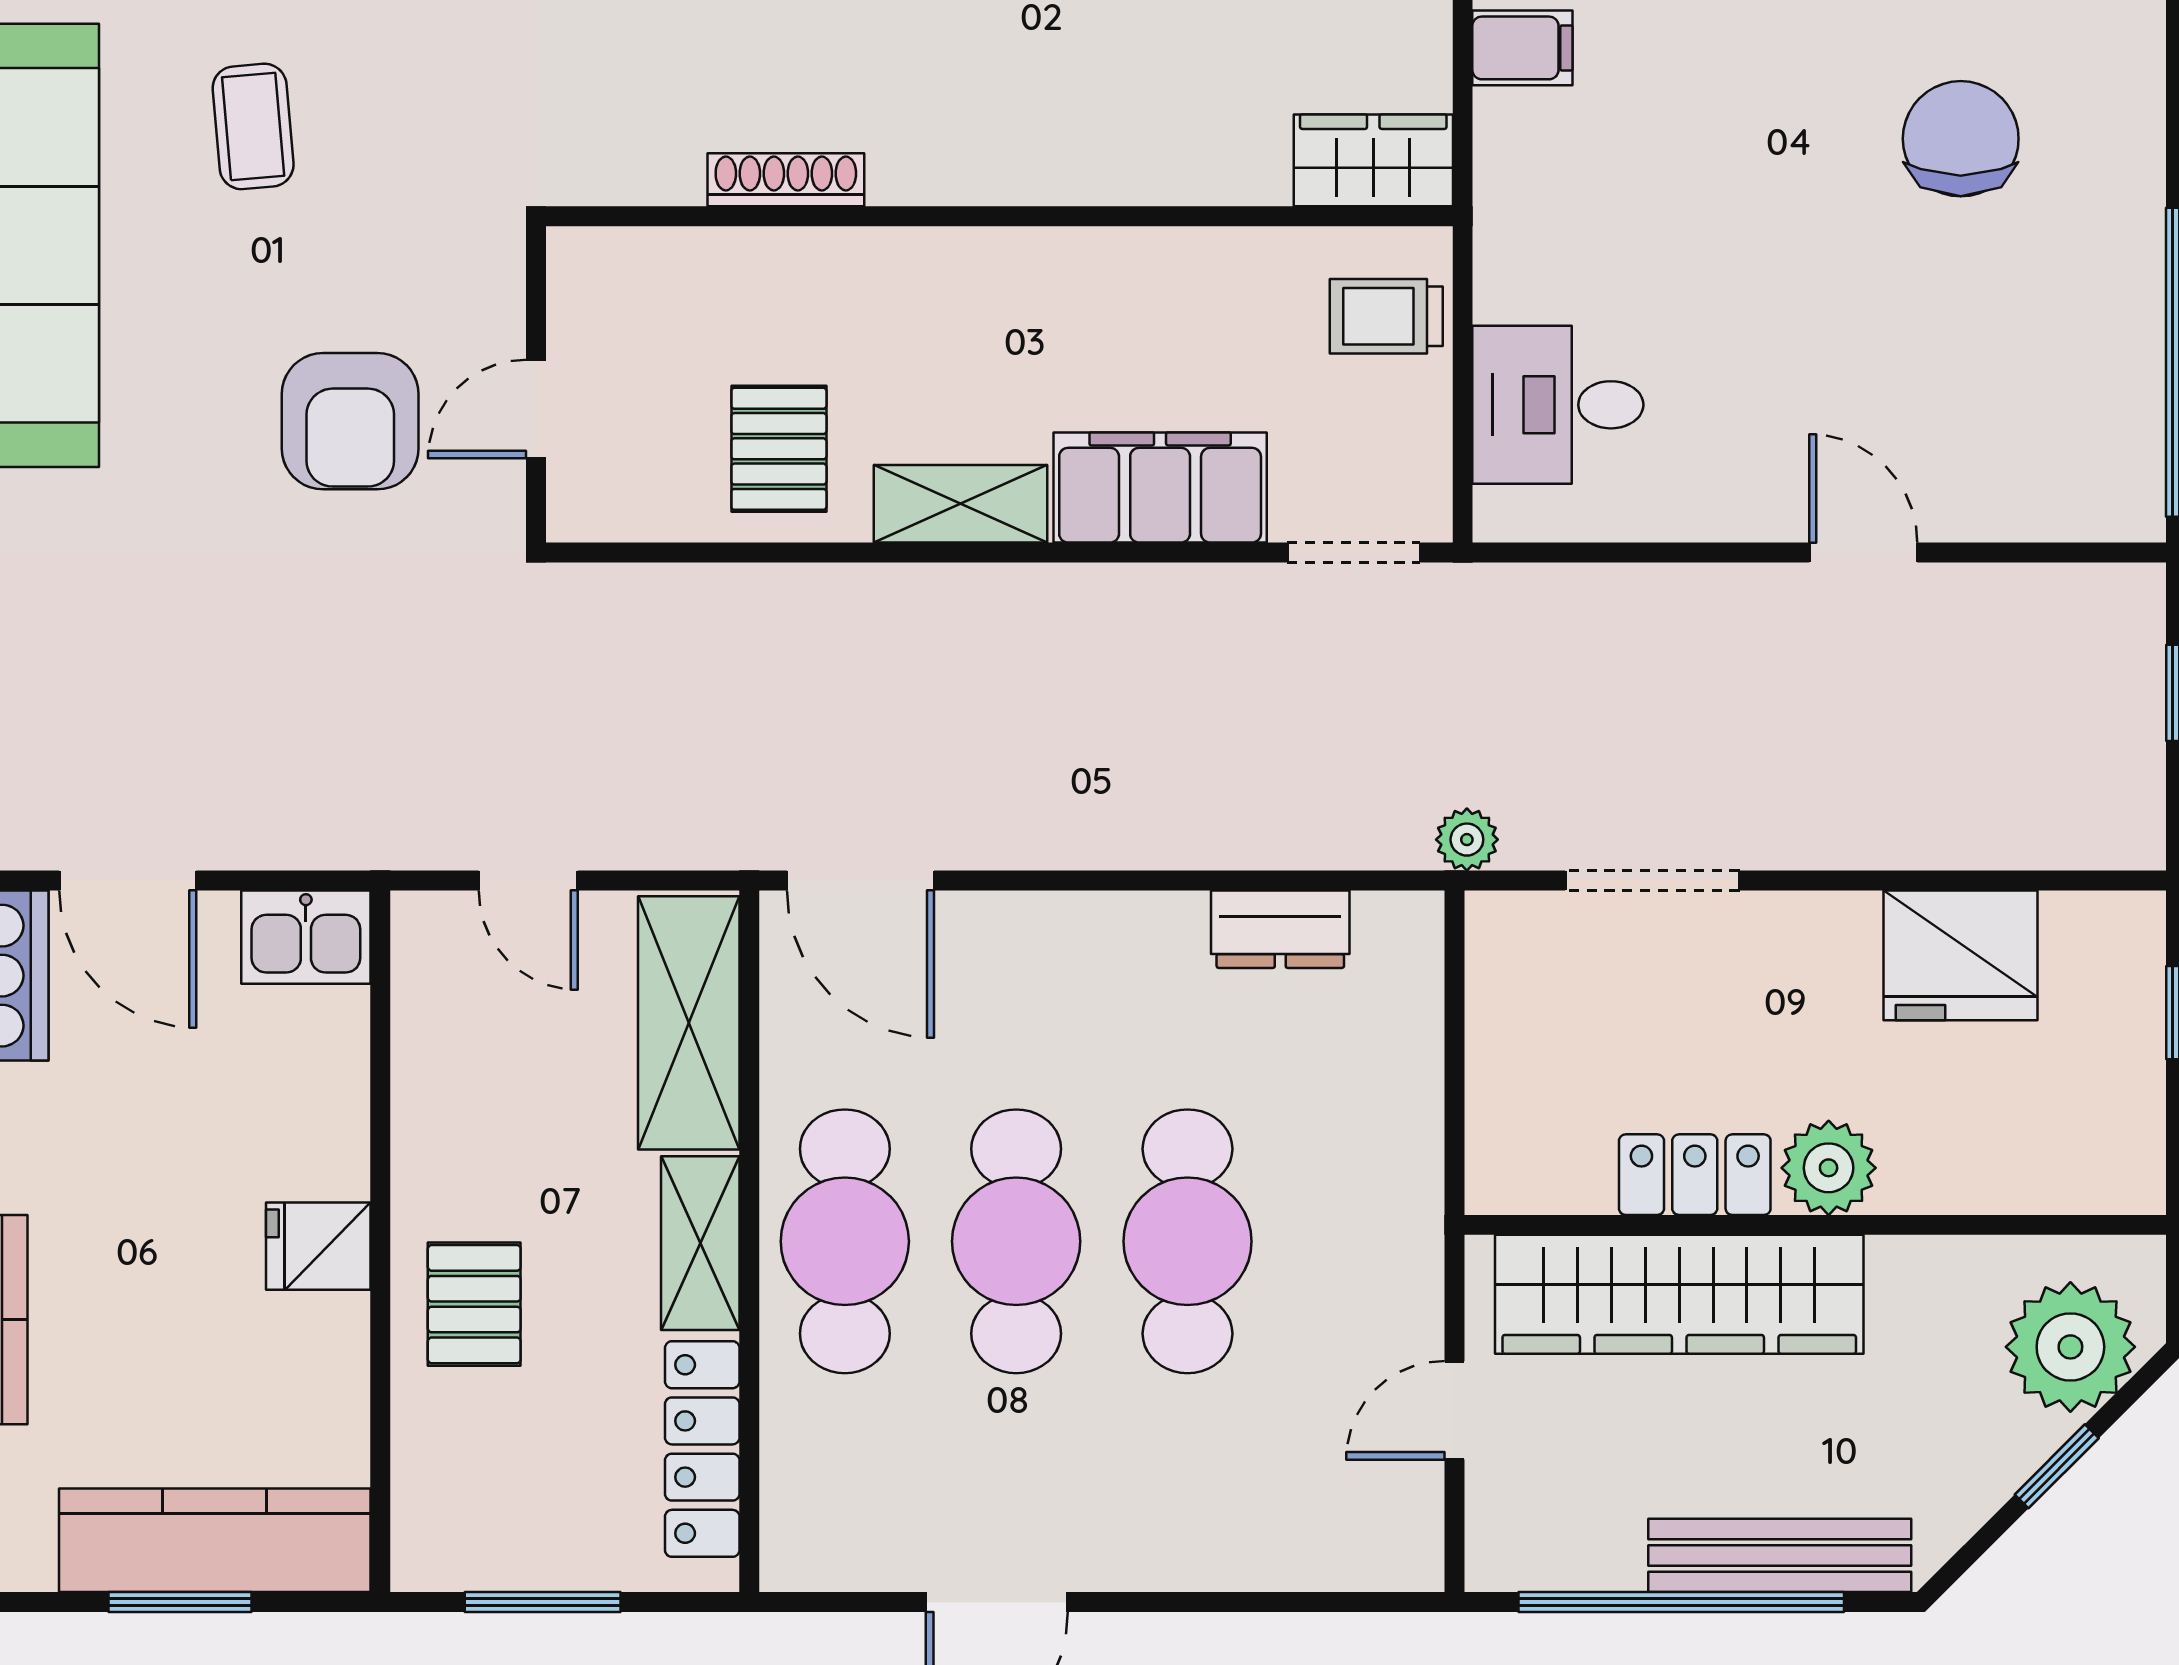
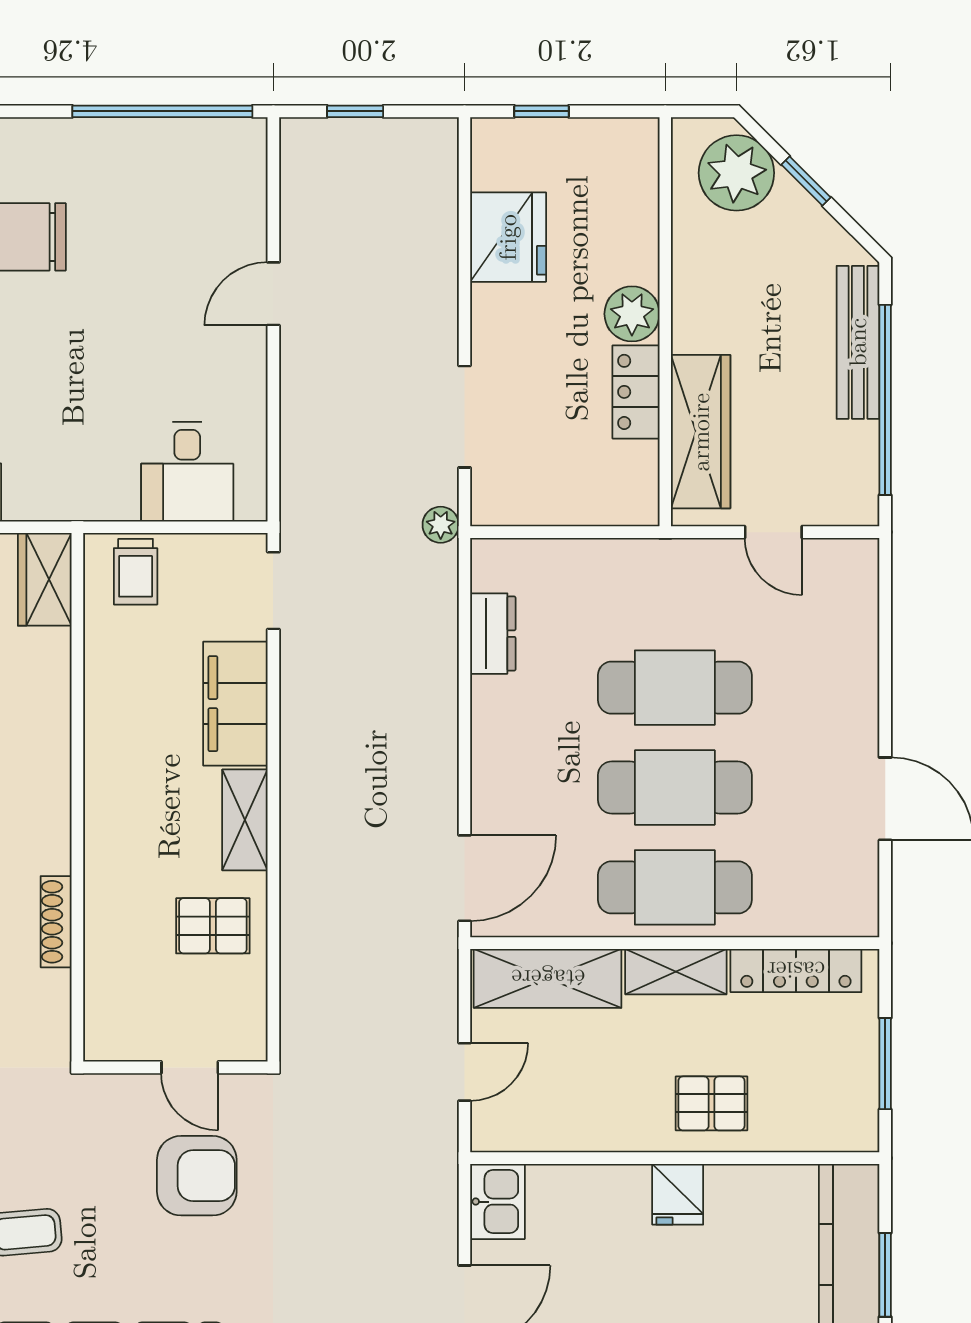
wardrobe: (1679, 1294) -> (701, 432), width x0.71, depth x0.85

